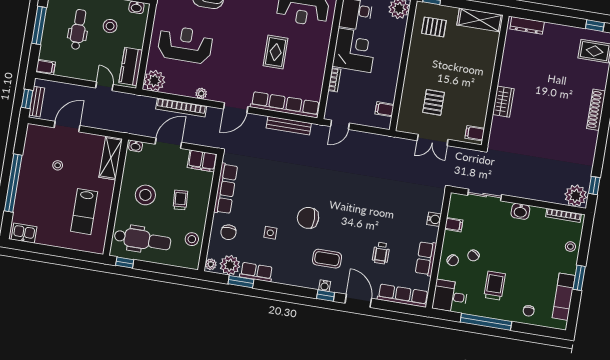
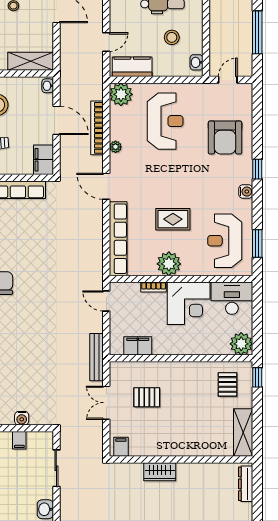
plant: (315, 62) -> (169, 264), added
filing cabinet: (384, 109) -> (138, 346), width x2.00
bench: (289, 126) -> (97, 357), moved

